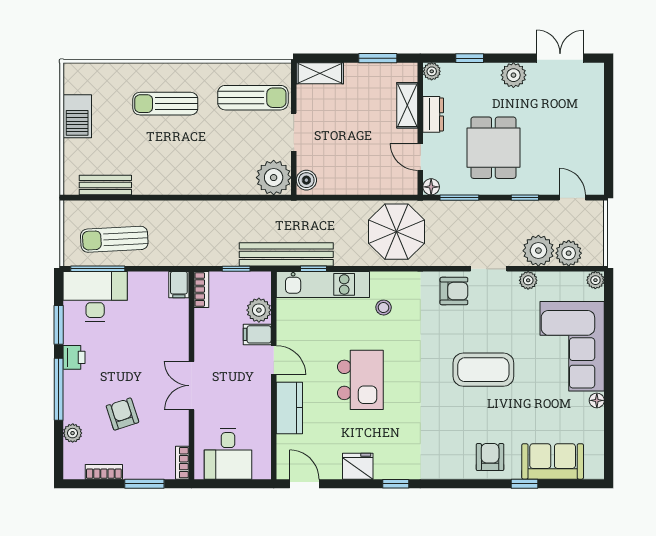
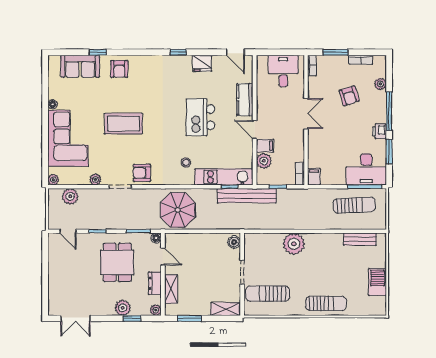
plant: (513, 75) -> (123, 308), moved
sun lounger: (165, 104) -> (326, 303), moved
plant: (274, 178) -> (294, 244), moved
plant: (538, 251) -> (89, 198), removed

